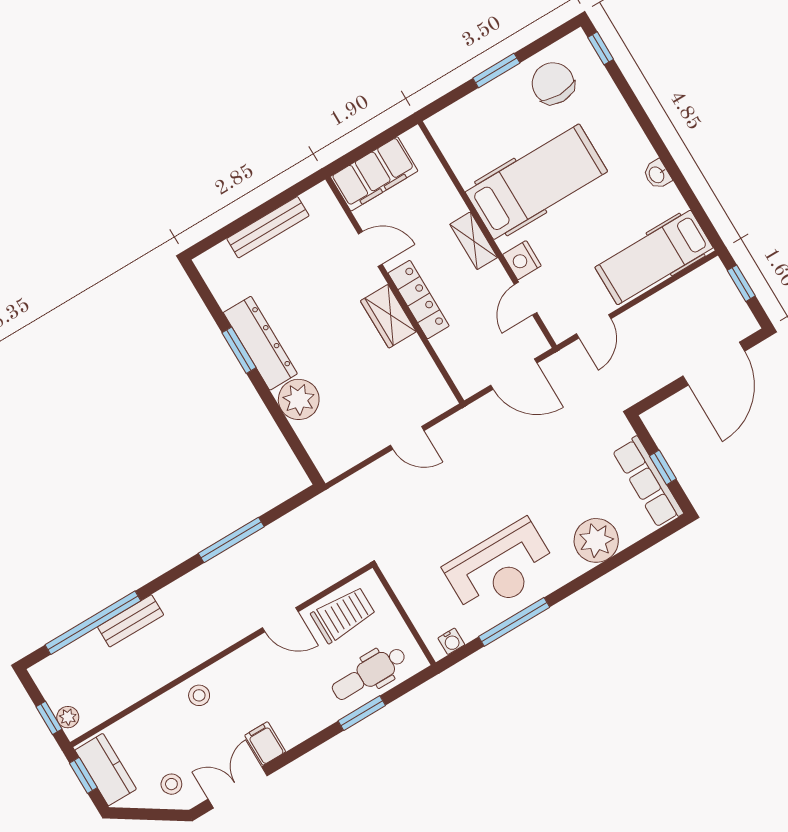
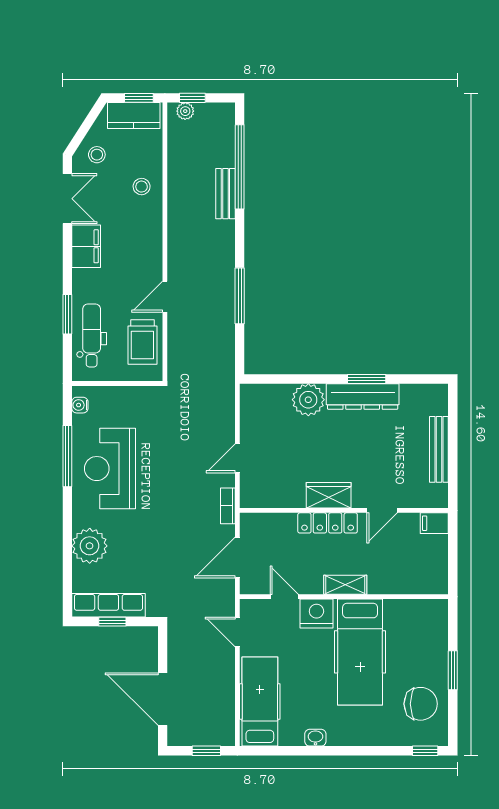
filing cabinet: (374, 174) -> (434, 523), width x0.33, depth x0.86
nightstand: (522, 260) -> (316, 613), width x1.36, depth x1.33
bookcase: (464, 418) -> (228, 506), added
stool: (199, 695) -> (142, 187), moved
filing cabinet: (265, 743) -> (86, 246), width x2.00

